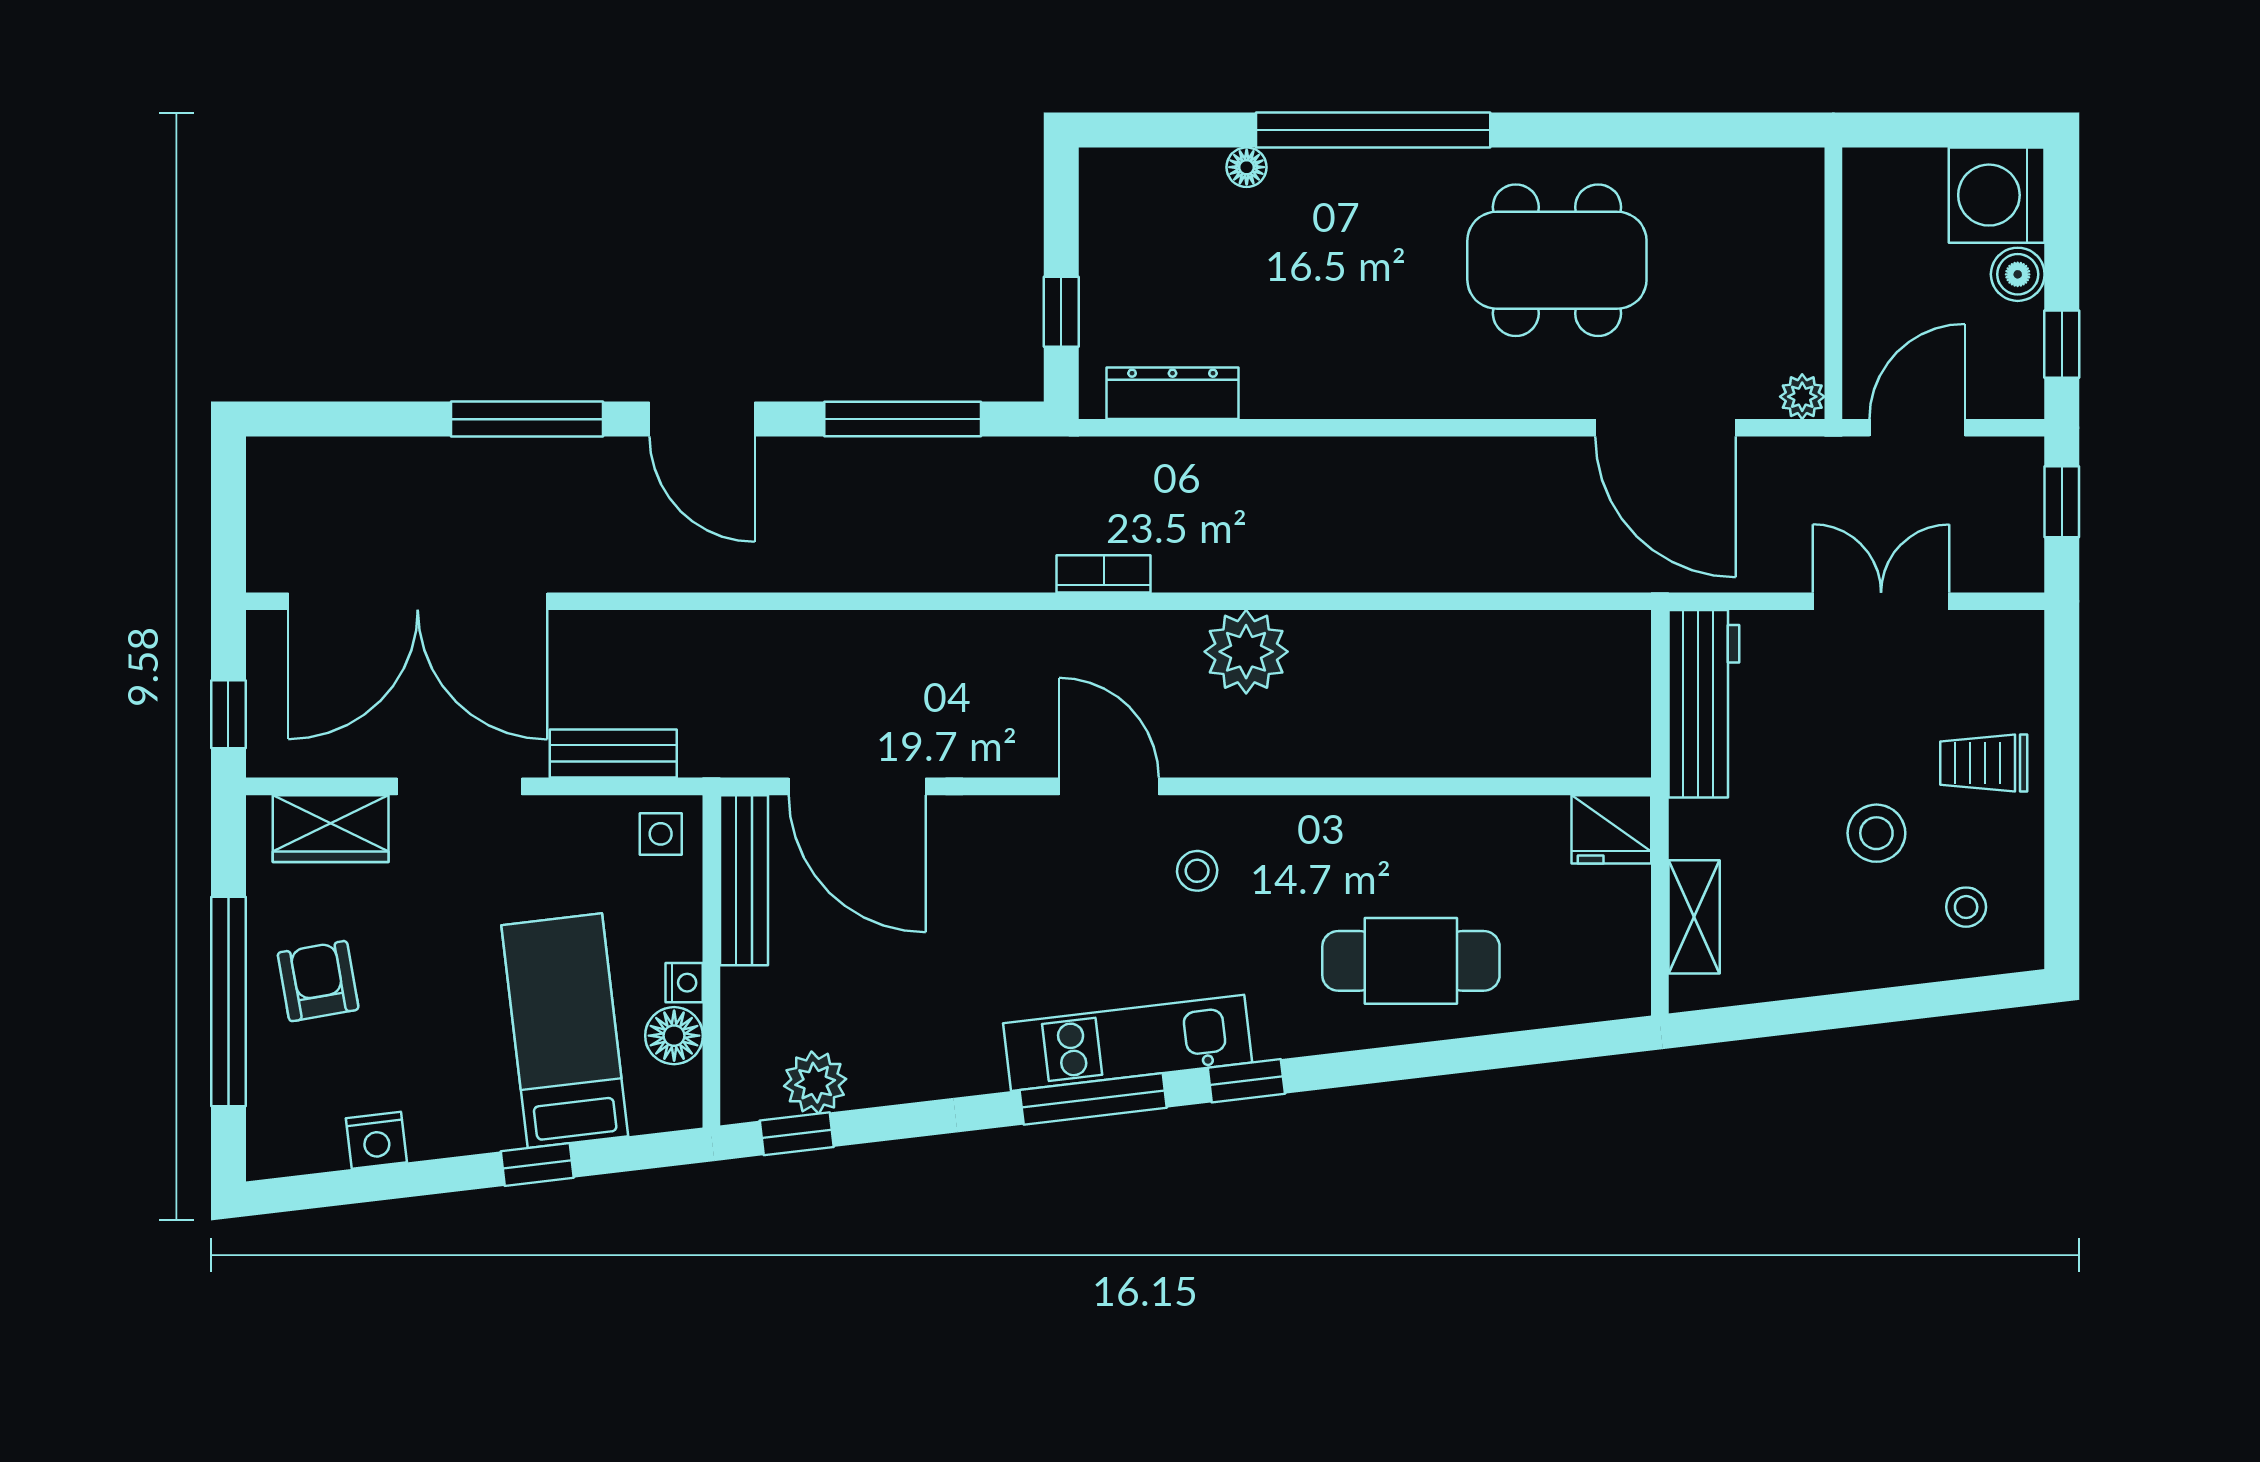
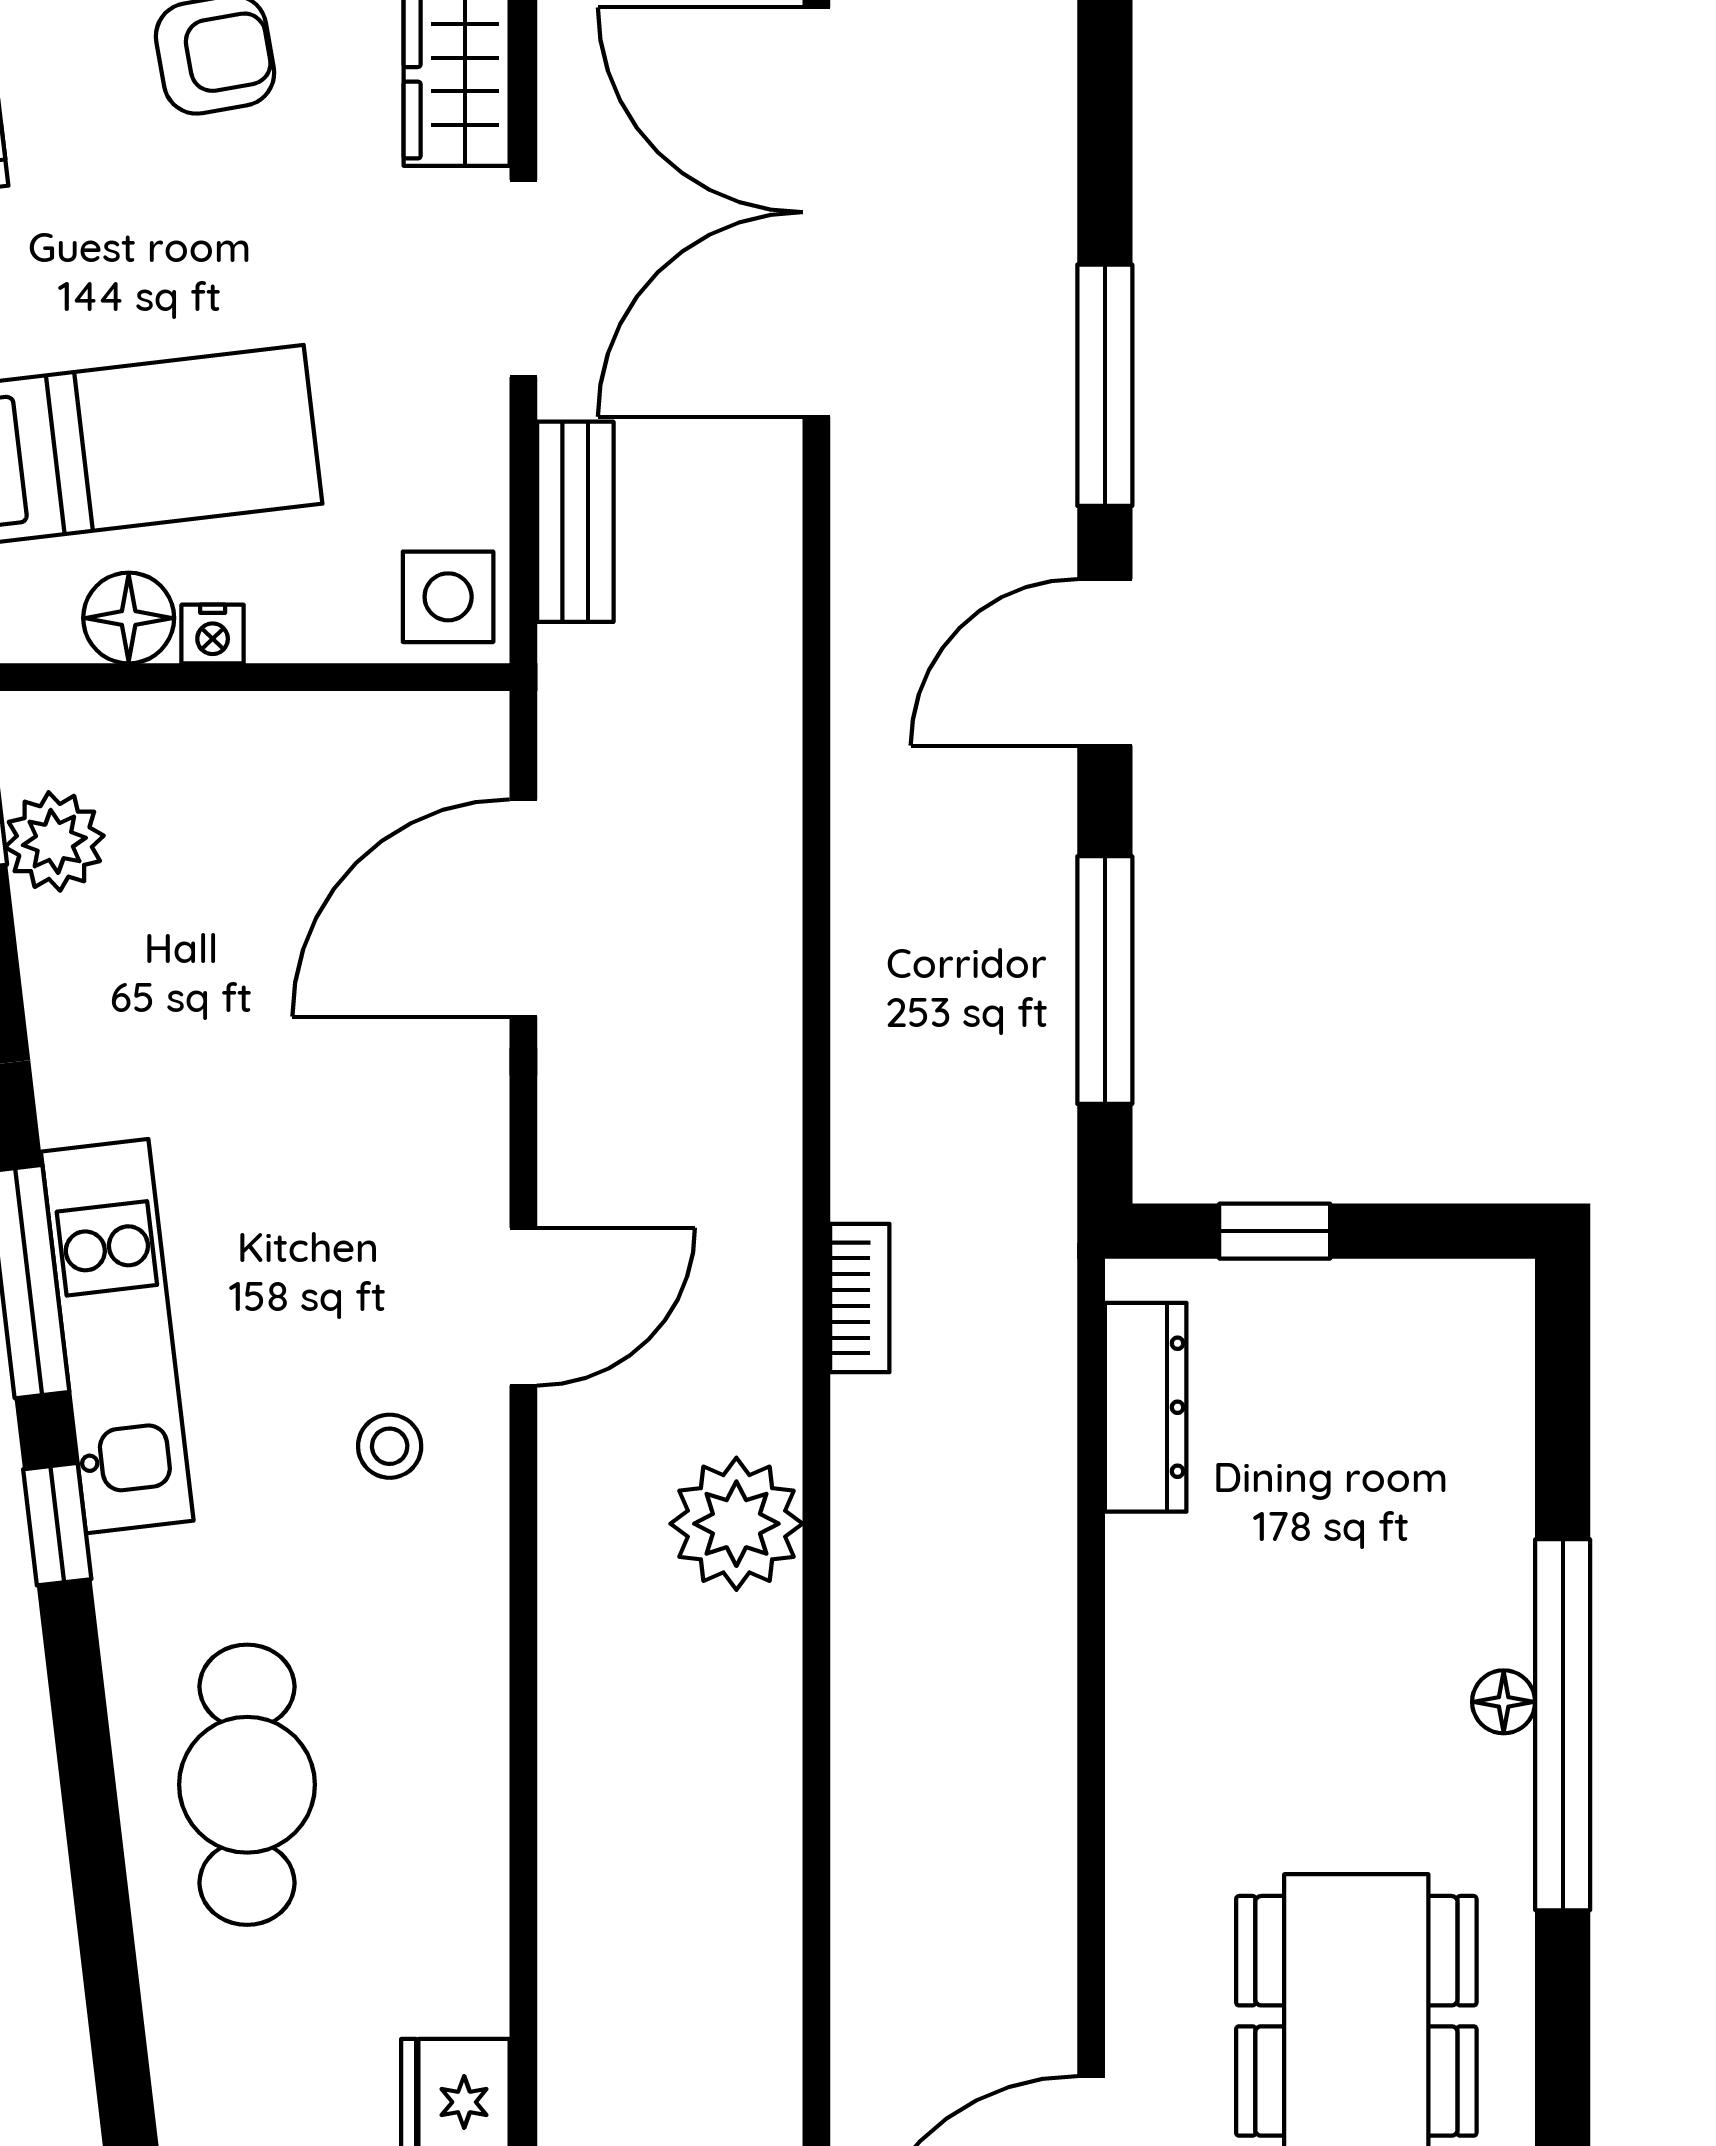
floor lamp: (1247, 167) -> (1504, 1702), moved
side table: (661, 834) -> (448, 597), width x1.37, depth x1.37
bench: (744, 880) -> (375, 729), removed

